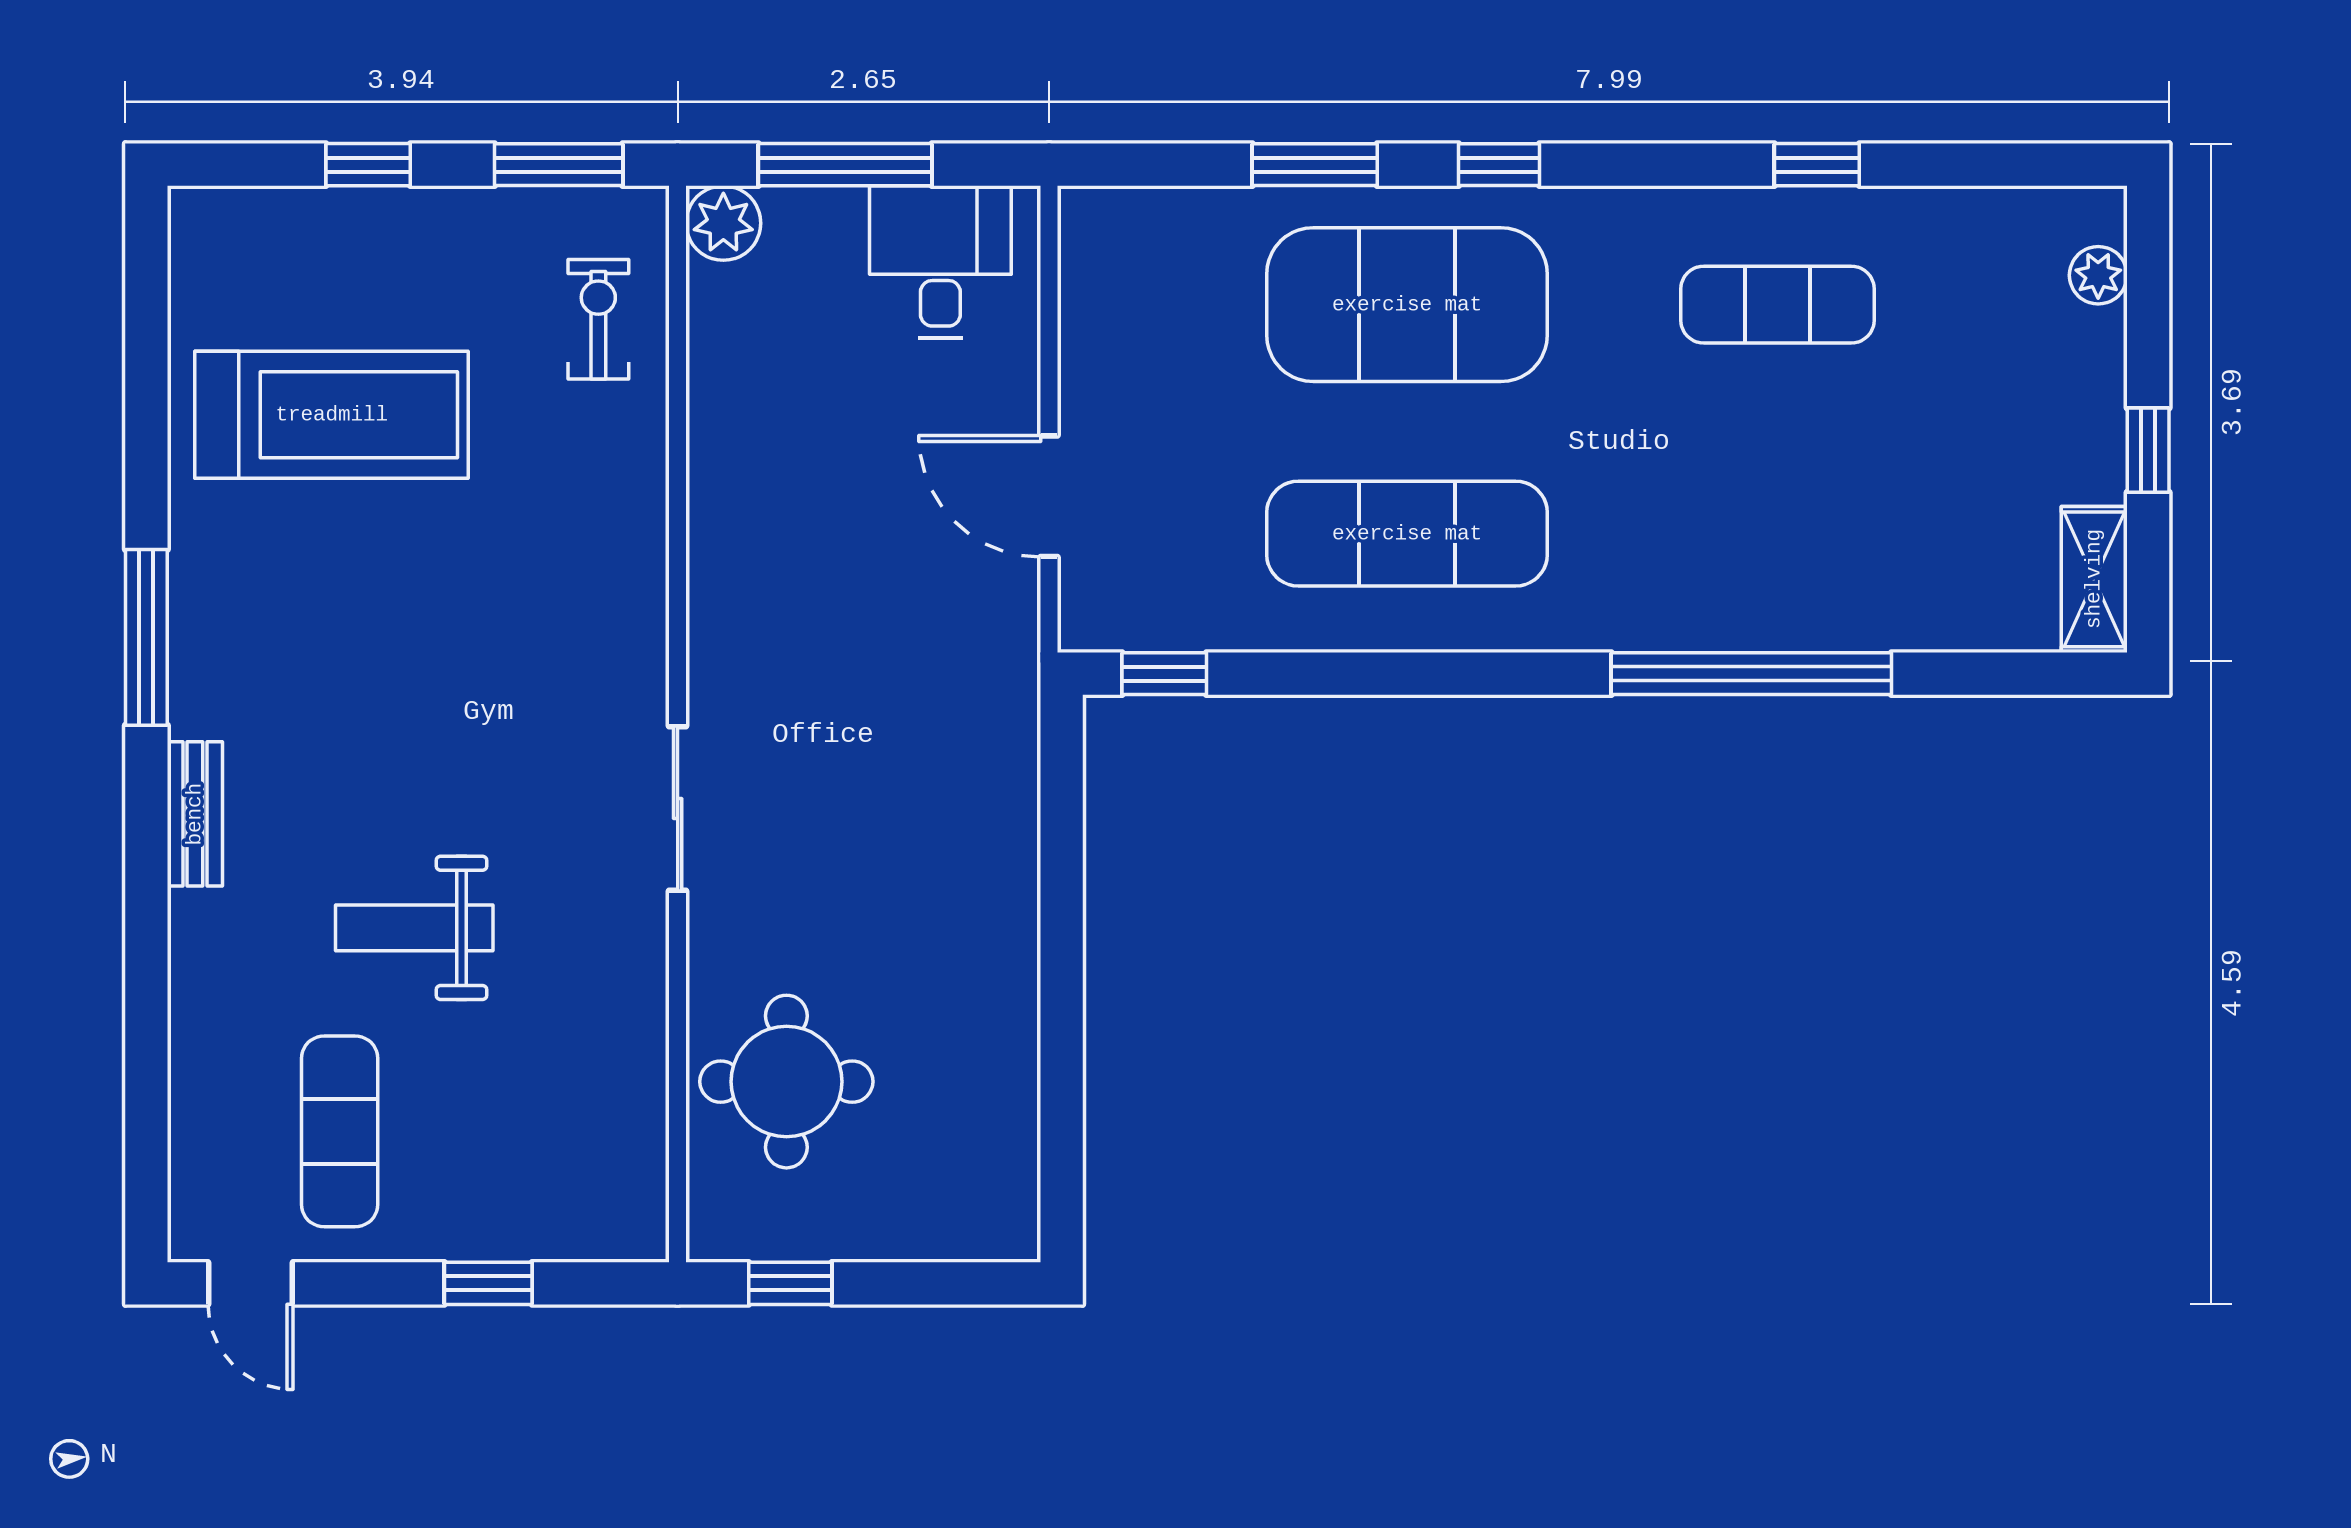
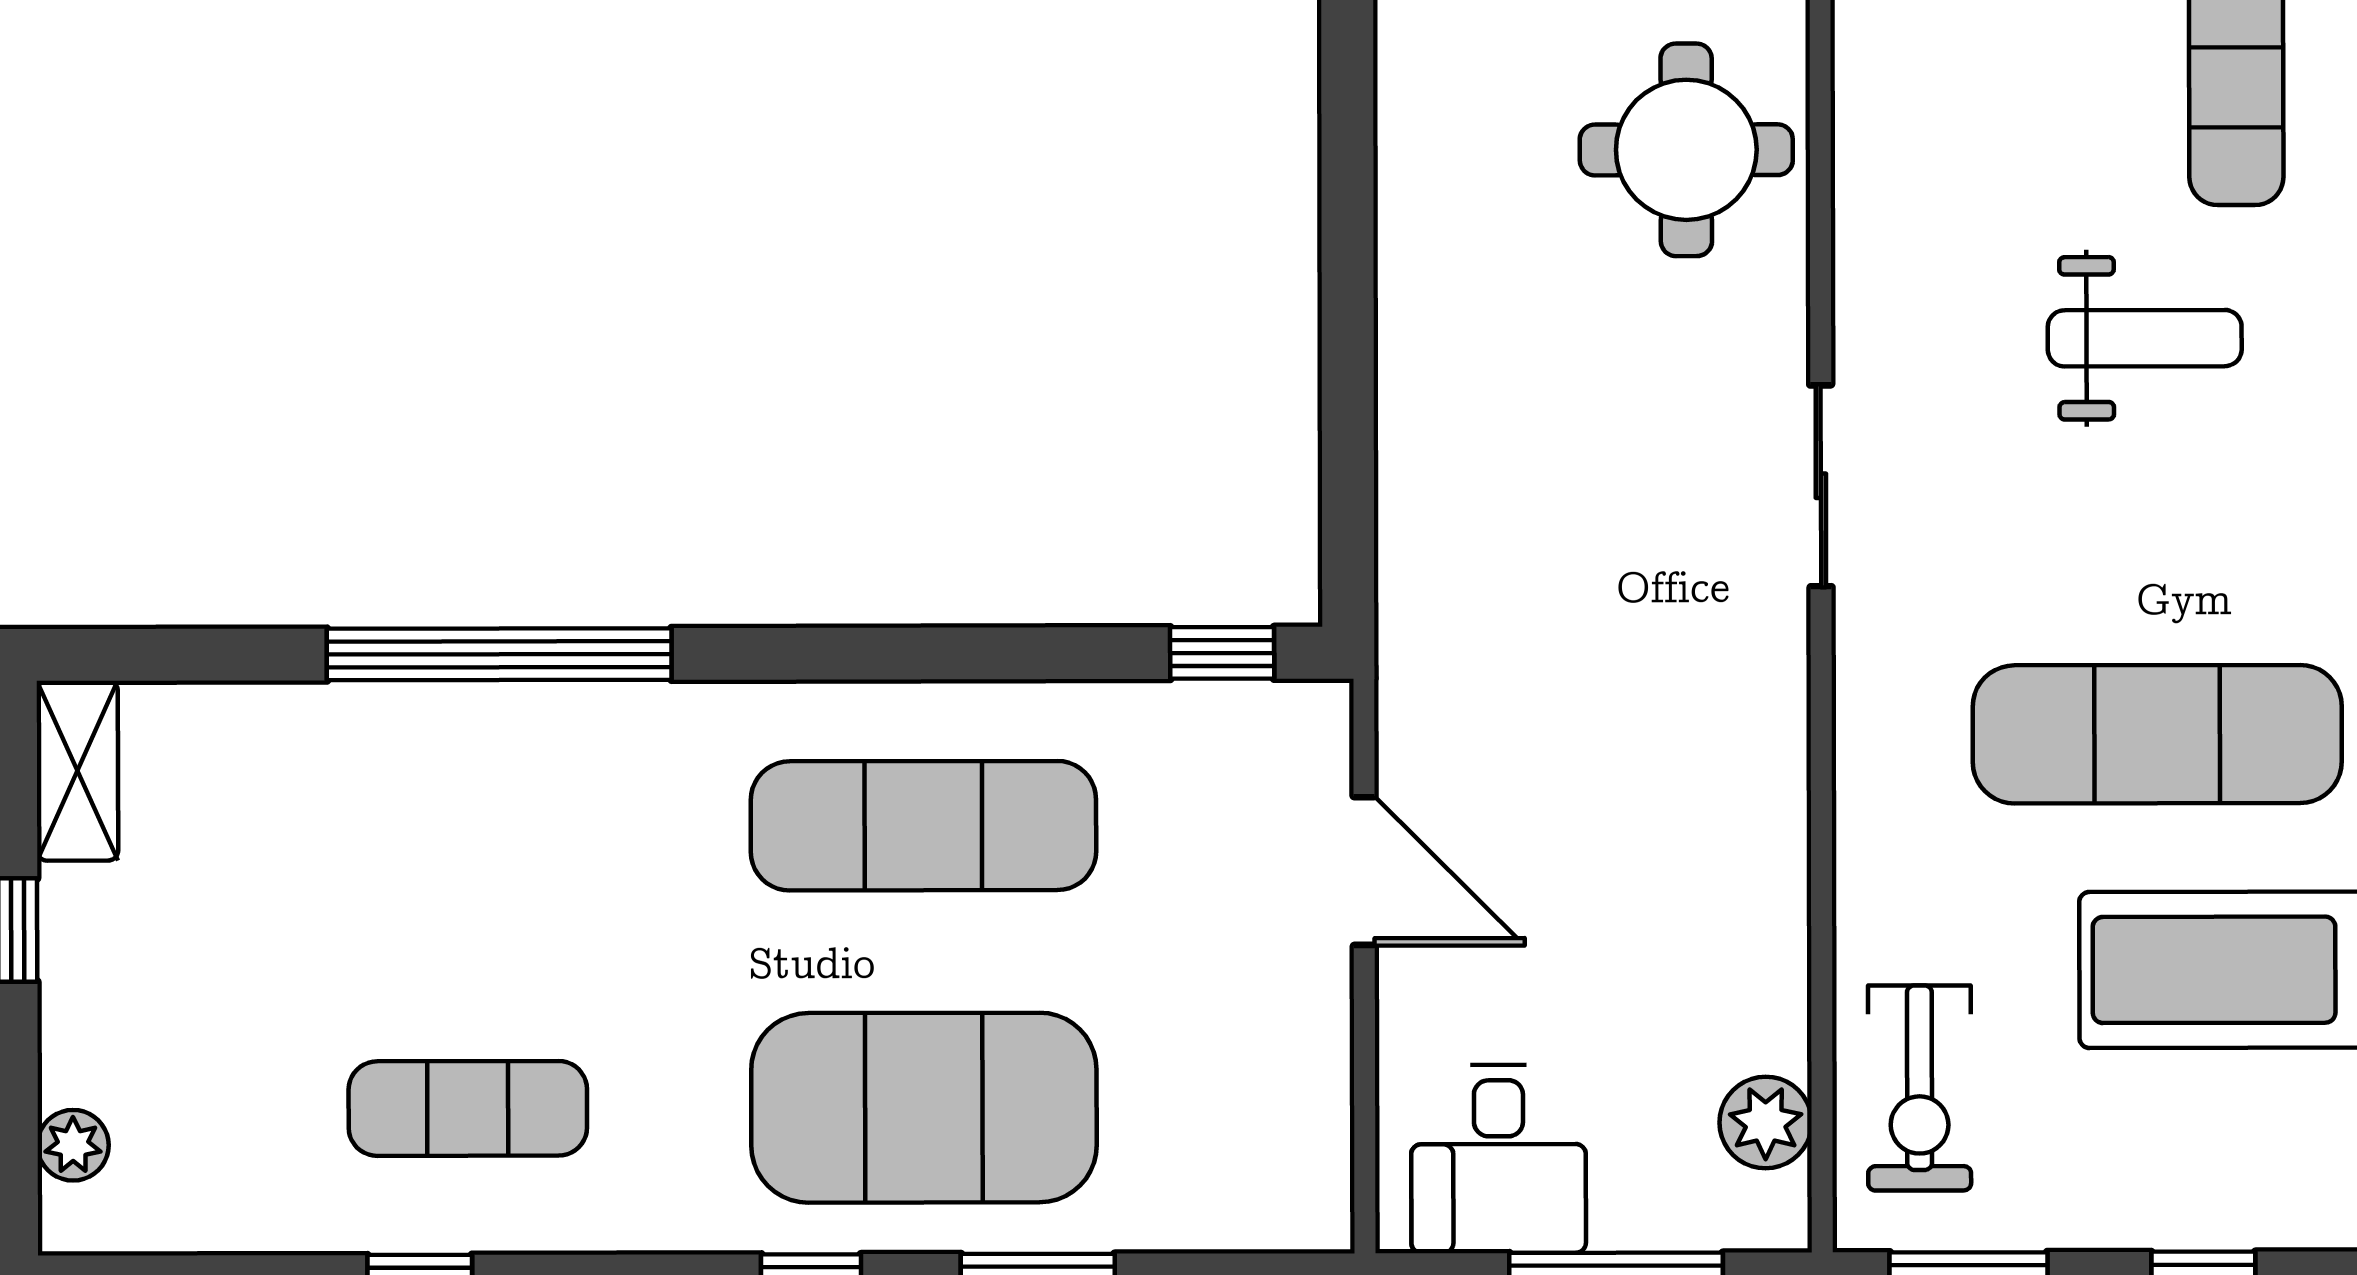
plant: (723, 223) -> (1766, 1122), moved
exercise bike: (598, 319) -> (1920, 1088), width x1.38, depth x1.39
exercise mat: (405, 606) -> (2157, 734), added

